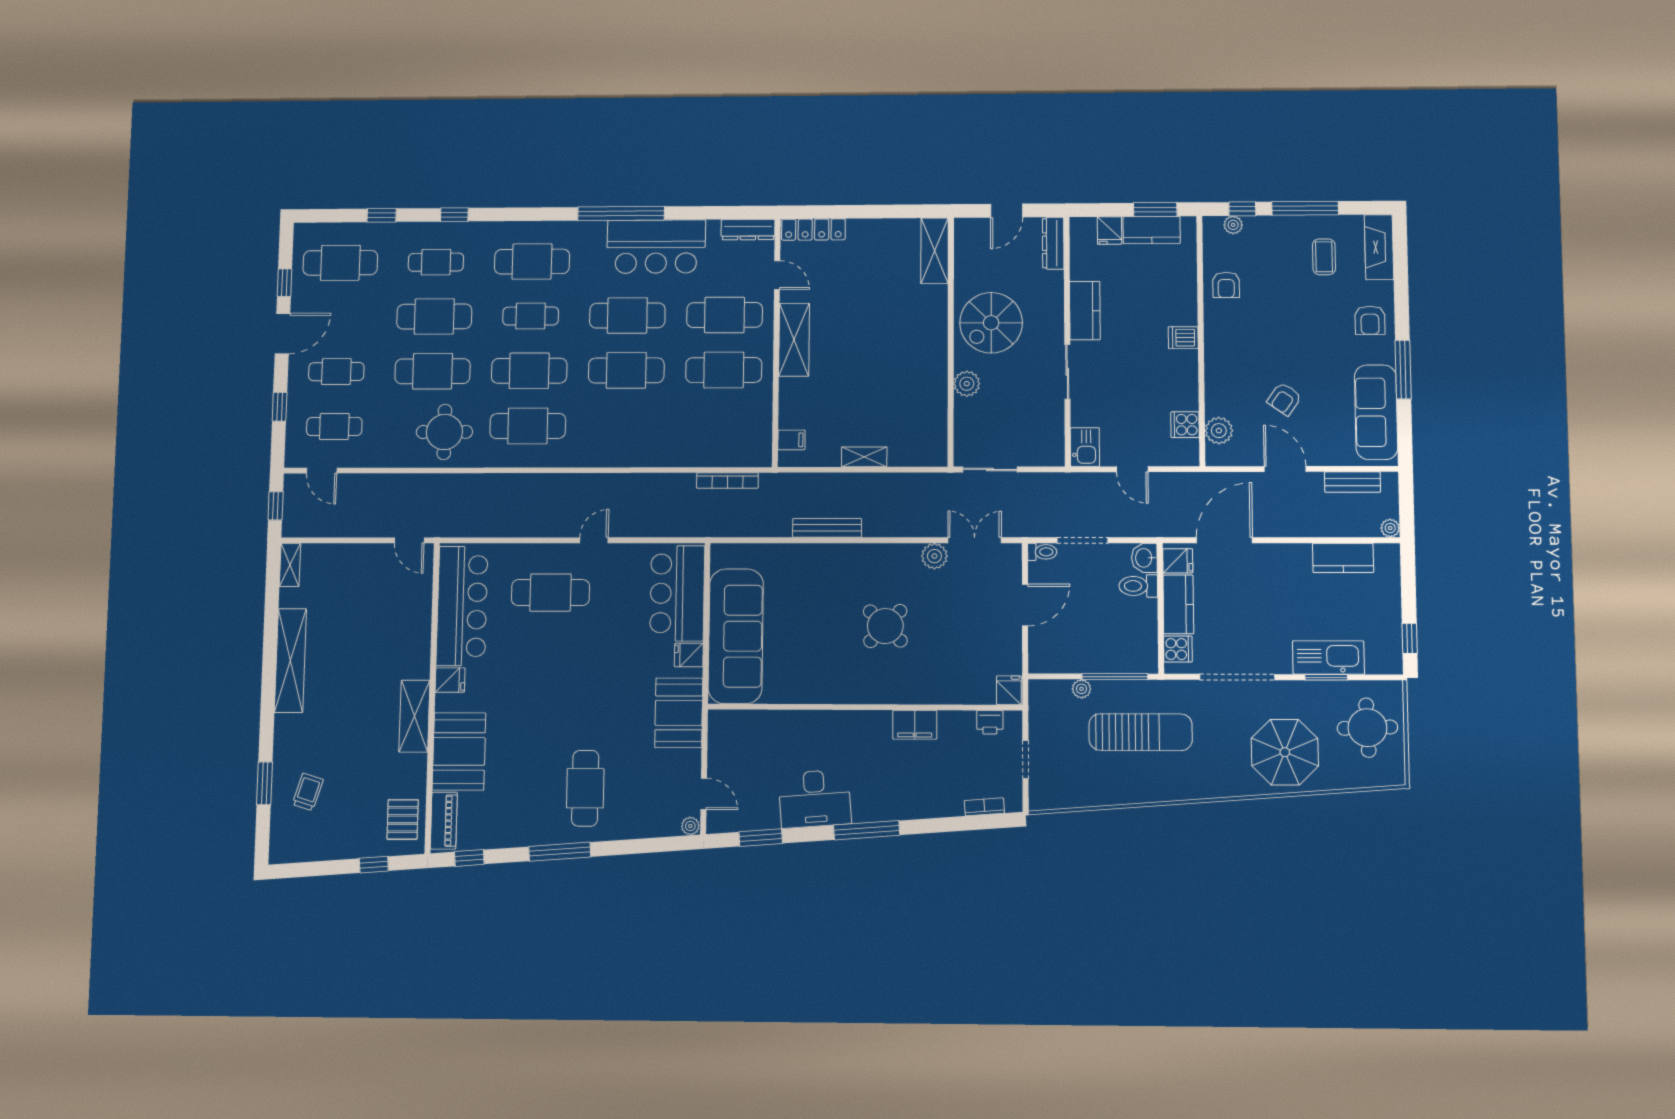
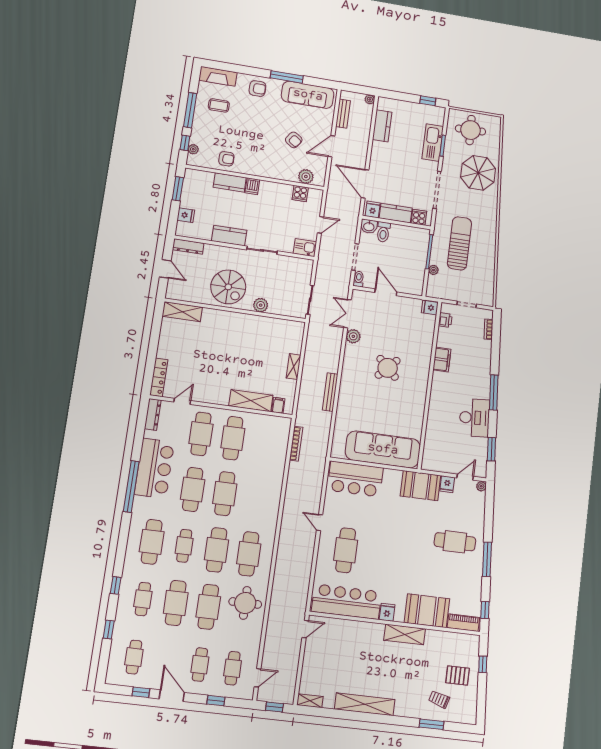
kitchen counter: (1152, 230) -> (230, 182), moved, turned 90
cafe table: (340, 263) -> (134, 657), width x0.73, depth x0.74
shelving: (794, 340) -> (251, 401), moved
fridge: (689, 655) -> (447, 484), moved
pallet: (403, 819) -> (458, 675), moved

